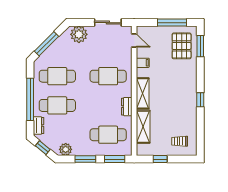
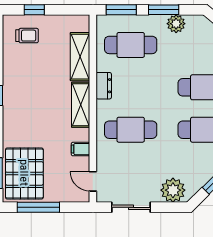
pallet: (182, 46) -> (24, 173), width x1.37, depth x1.41
plant: (66, 149) -> (176, 24), moved
window: (160, 159) -> (34, 10), moved

